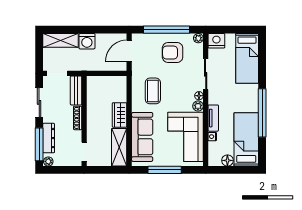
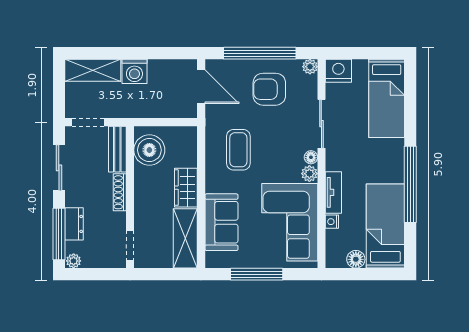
door: (129, 51) -> (201, 87), swing flipped
boiler: (96, 91) -> (149, 150), added
sofa: (142, 137) -> (221, 222), width x0.73
dresser: (49, 138) -> (74, 224), width x0.70

